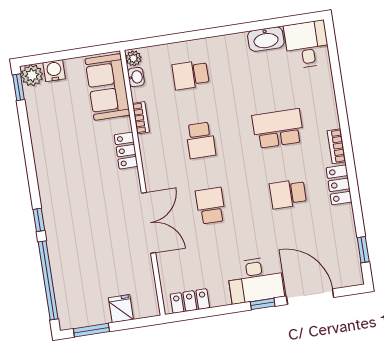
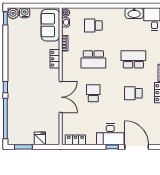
school desk: (201, 140) -> (93, 59), width x1.85

